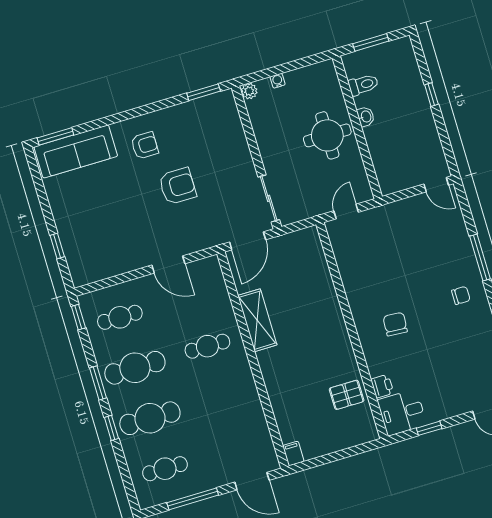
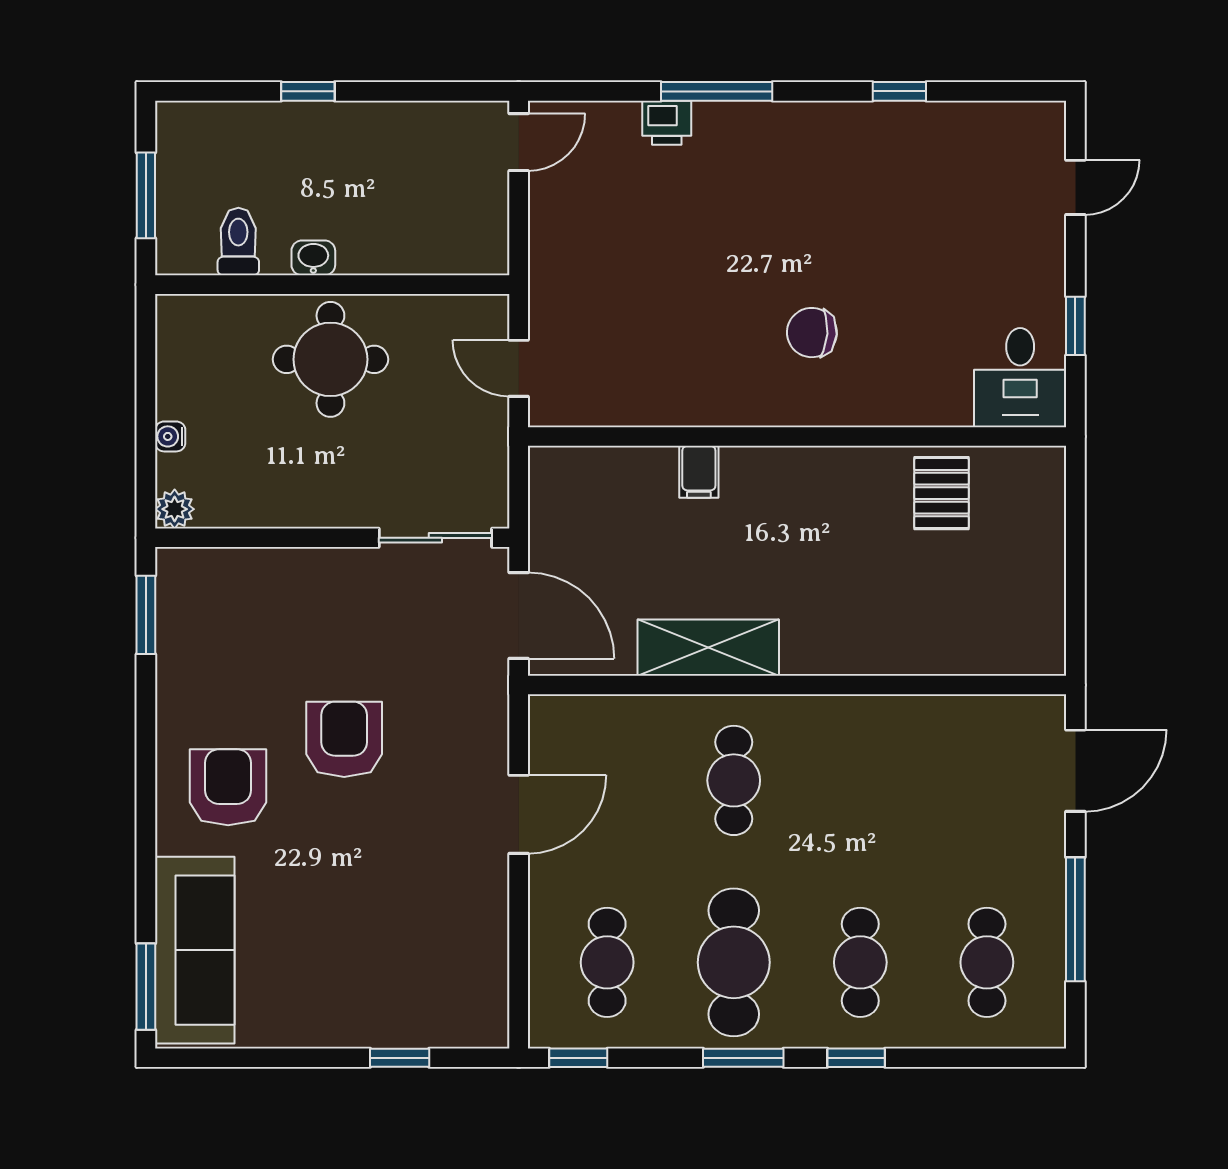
armchair: (145, 145) -> (228, 787), width x1.38, depth x1.38
chair: (461, 295) -> (791, 162), removed
printer: (382, 386) -> (667, 123), moved, turned 180
cafe table: (150, 418) -> (860, 962), width x0.73, depth x0.74
filing cabinet: (293, 454) -> (699, 472), moved, turned -90

